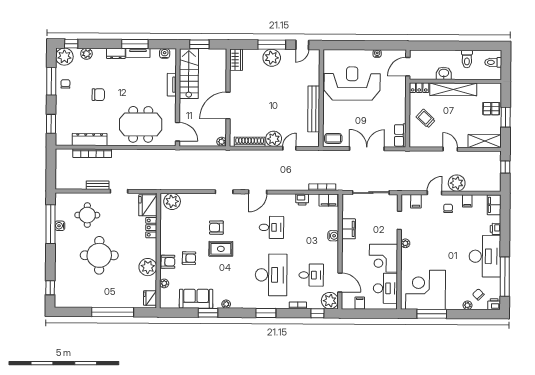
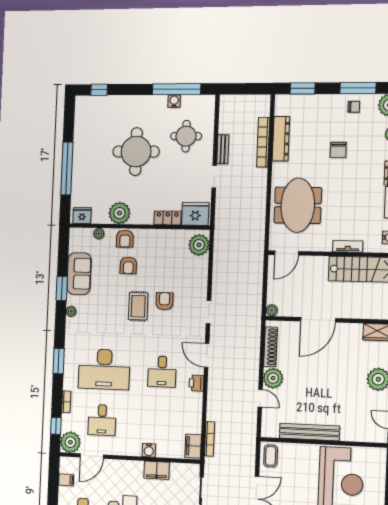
door: (228, 105) -> (318, 320), swing flipped
printer: (302, 199) -> (196, 383), moved

